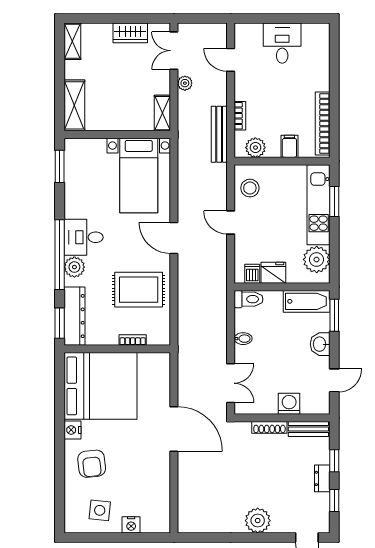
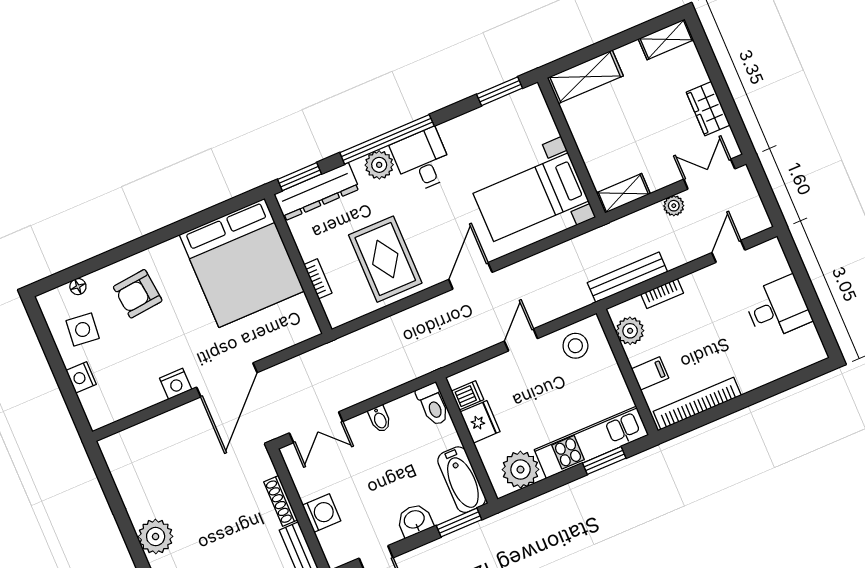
nightstand: (72, 430) -> (176, 384), moved, turned 180
floor lamp: (70, 501) -> (78, 287), added

